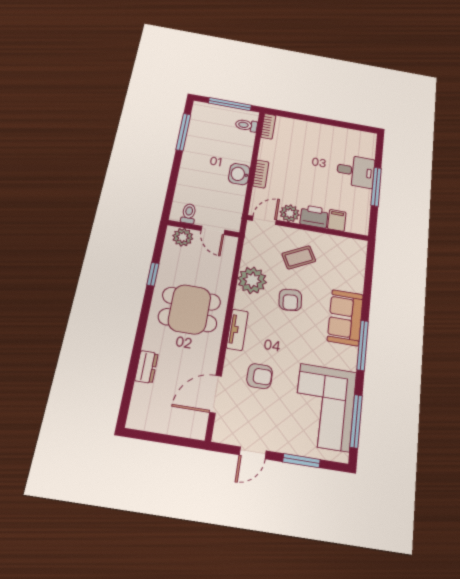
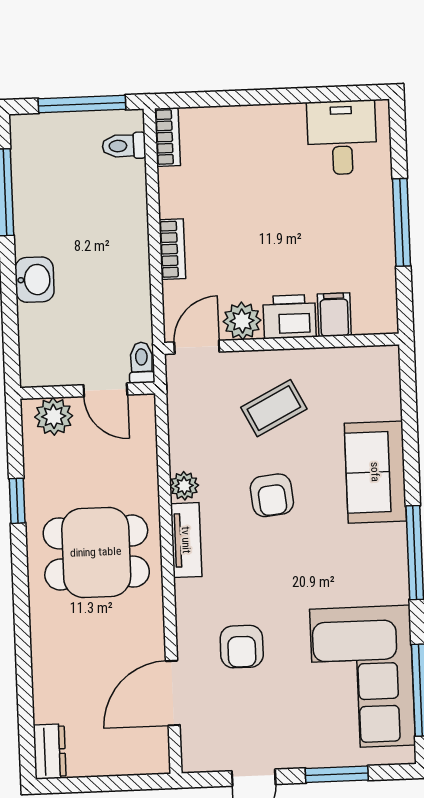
desk: (356, 171) -> (342, 137), moved, turned -90
washbasin: (239, 174) -> (35, 280), moved, turned 180
toilet: (189, 214) -> (142, 363), moved
plant: (252, 280) -> (184, 486), width x0.53, depth x0.53
sofa: (345, 318) -> (375, 472), moved
tv unit: (237, 330) -> (186, 540), moved
dresser: (146, 367) -> (50, 752), moved
armchair: (260, 376) -> (242, 647), turned 90

